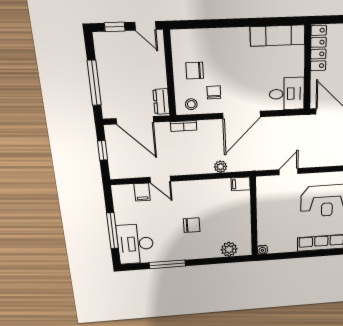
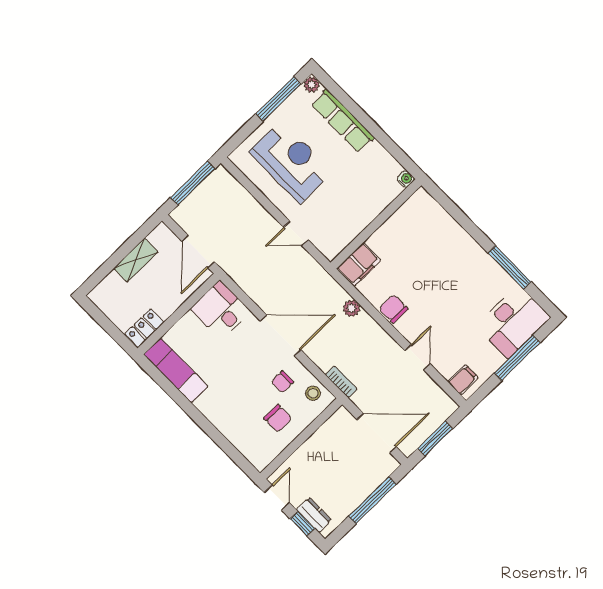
locker: (318, 48) -> (144, 328), width x0.66
dresser: (161, 102) -> (314, 515), moved, turned -90
door: (135, 120) -> (377, 433), hinge flipped
window: (103, 150) -> (435, 439), width x1.50
filing cabinet: (241, 184) -> (359, 264), width x2.00
filing cabinet: (142, 192) -> (463, 380), moved
chair: (192, 225) -> (393, 309), moved
plant: (229, 249) -> (436, 216), removed

